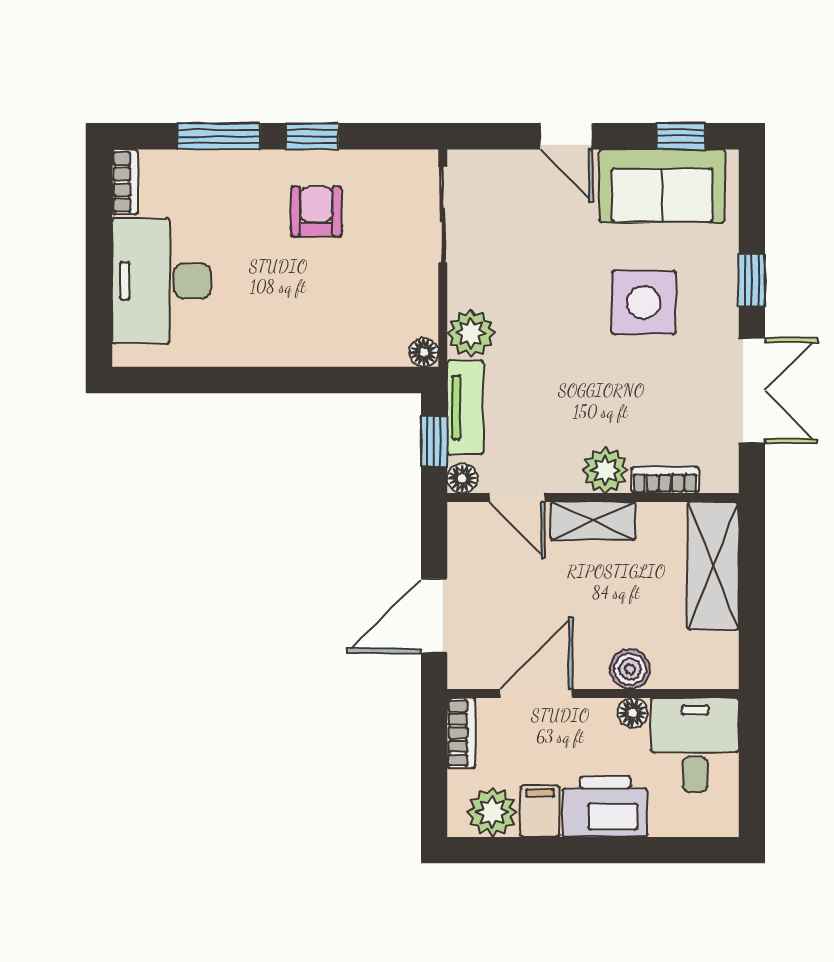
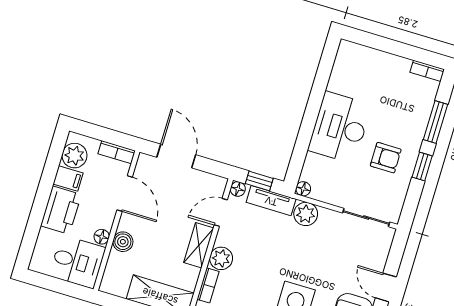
door: (566, 136) -> (386, 287), hinge flipped
desk: (162, 281) -> (340, 127), moved, turned -90

